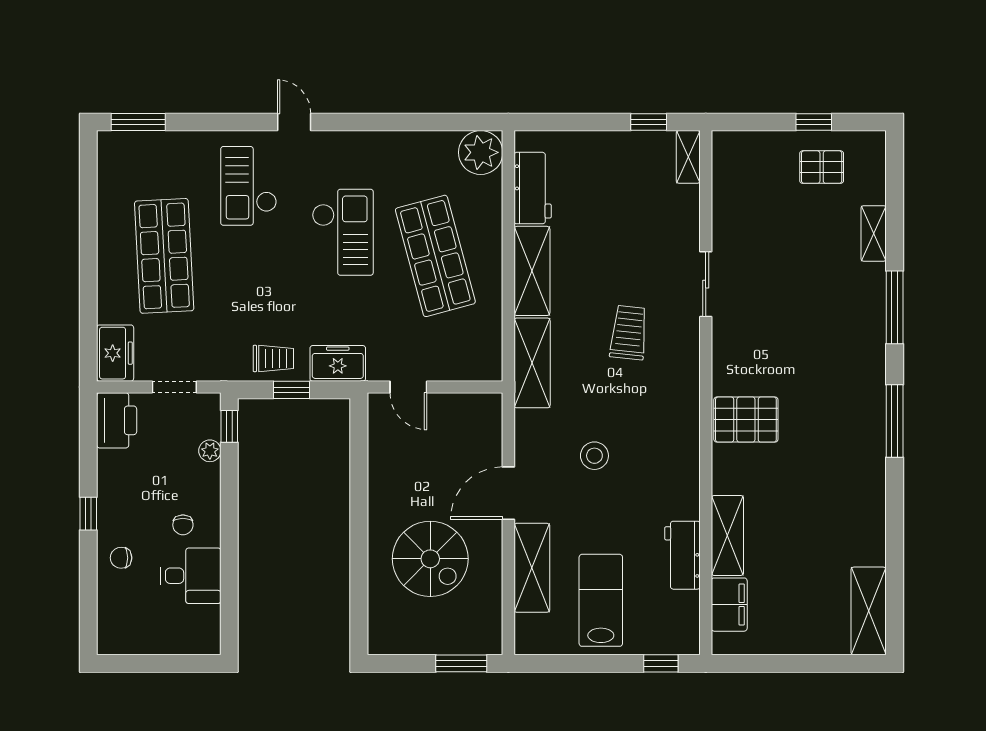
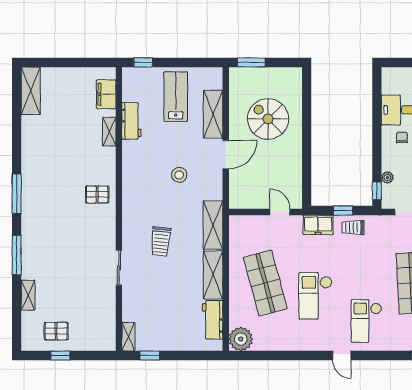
checkout: (249, 186) -> (366, 321), turned 180
pallet: (746, 420) -> (97, 194), width x0.67, depth x0.71
shelving: (727, 535) -> (109, 132), width x0.67, depth x0.75
lab bench: (601, 600) -> (176, 97), turned 180

